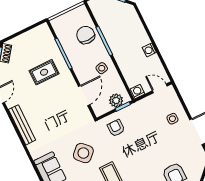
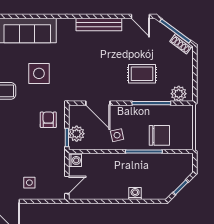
plant: (46, 36) -> (179, 94), added
washing machine: (149, 50) -> (135, 193), moved
rug: (44, 72) -> (142, 74), turned 90
armchair: (116, 128) -> (48, 120), turned -90
side table: (83, 153) -> (39, 73), turned 45

